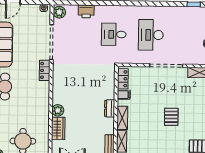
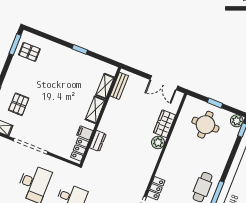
dresser: (110, 108) -> (98, 141), moved
pallet: (171, 117) -> (19, 104), moved

